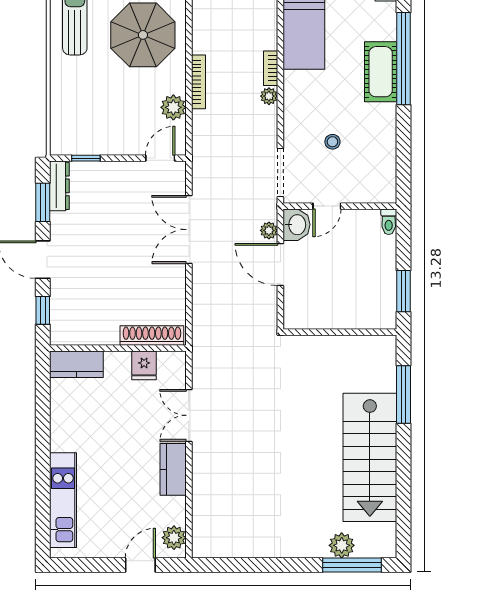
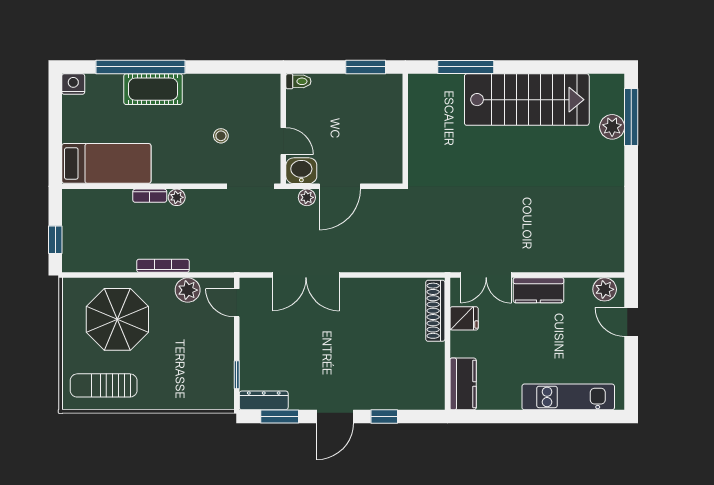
shoe rack: (152, 336) -> (435, 311), moved
wall: (118, 348) -> (447, 344), moved
kitchen counter: (76, 364) -> (463, 384), moved
fridge: (144, 365) -> (464, 318), moved

